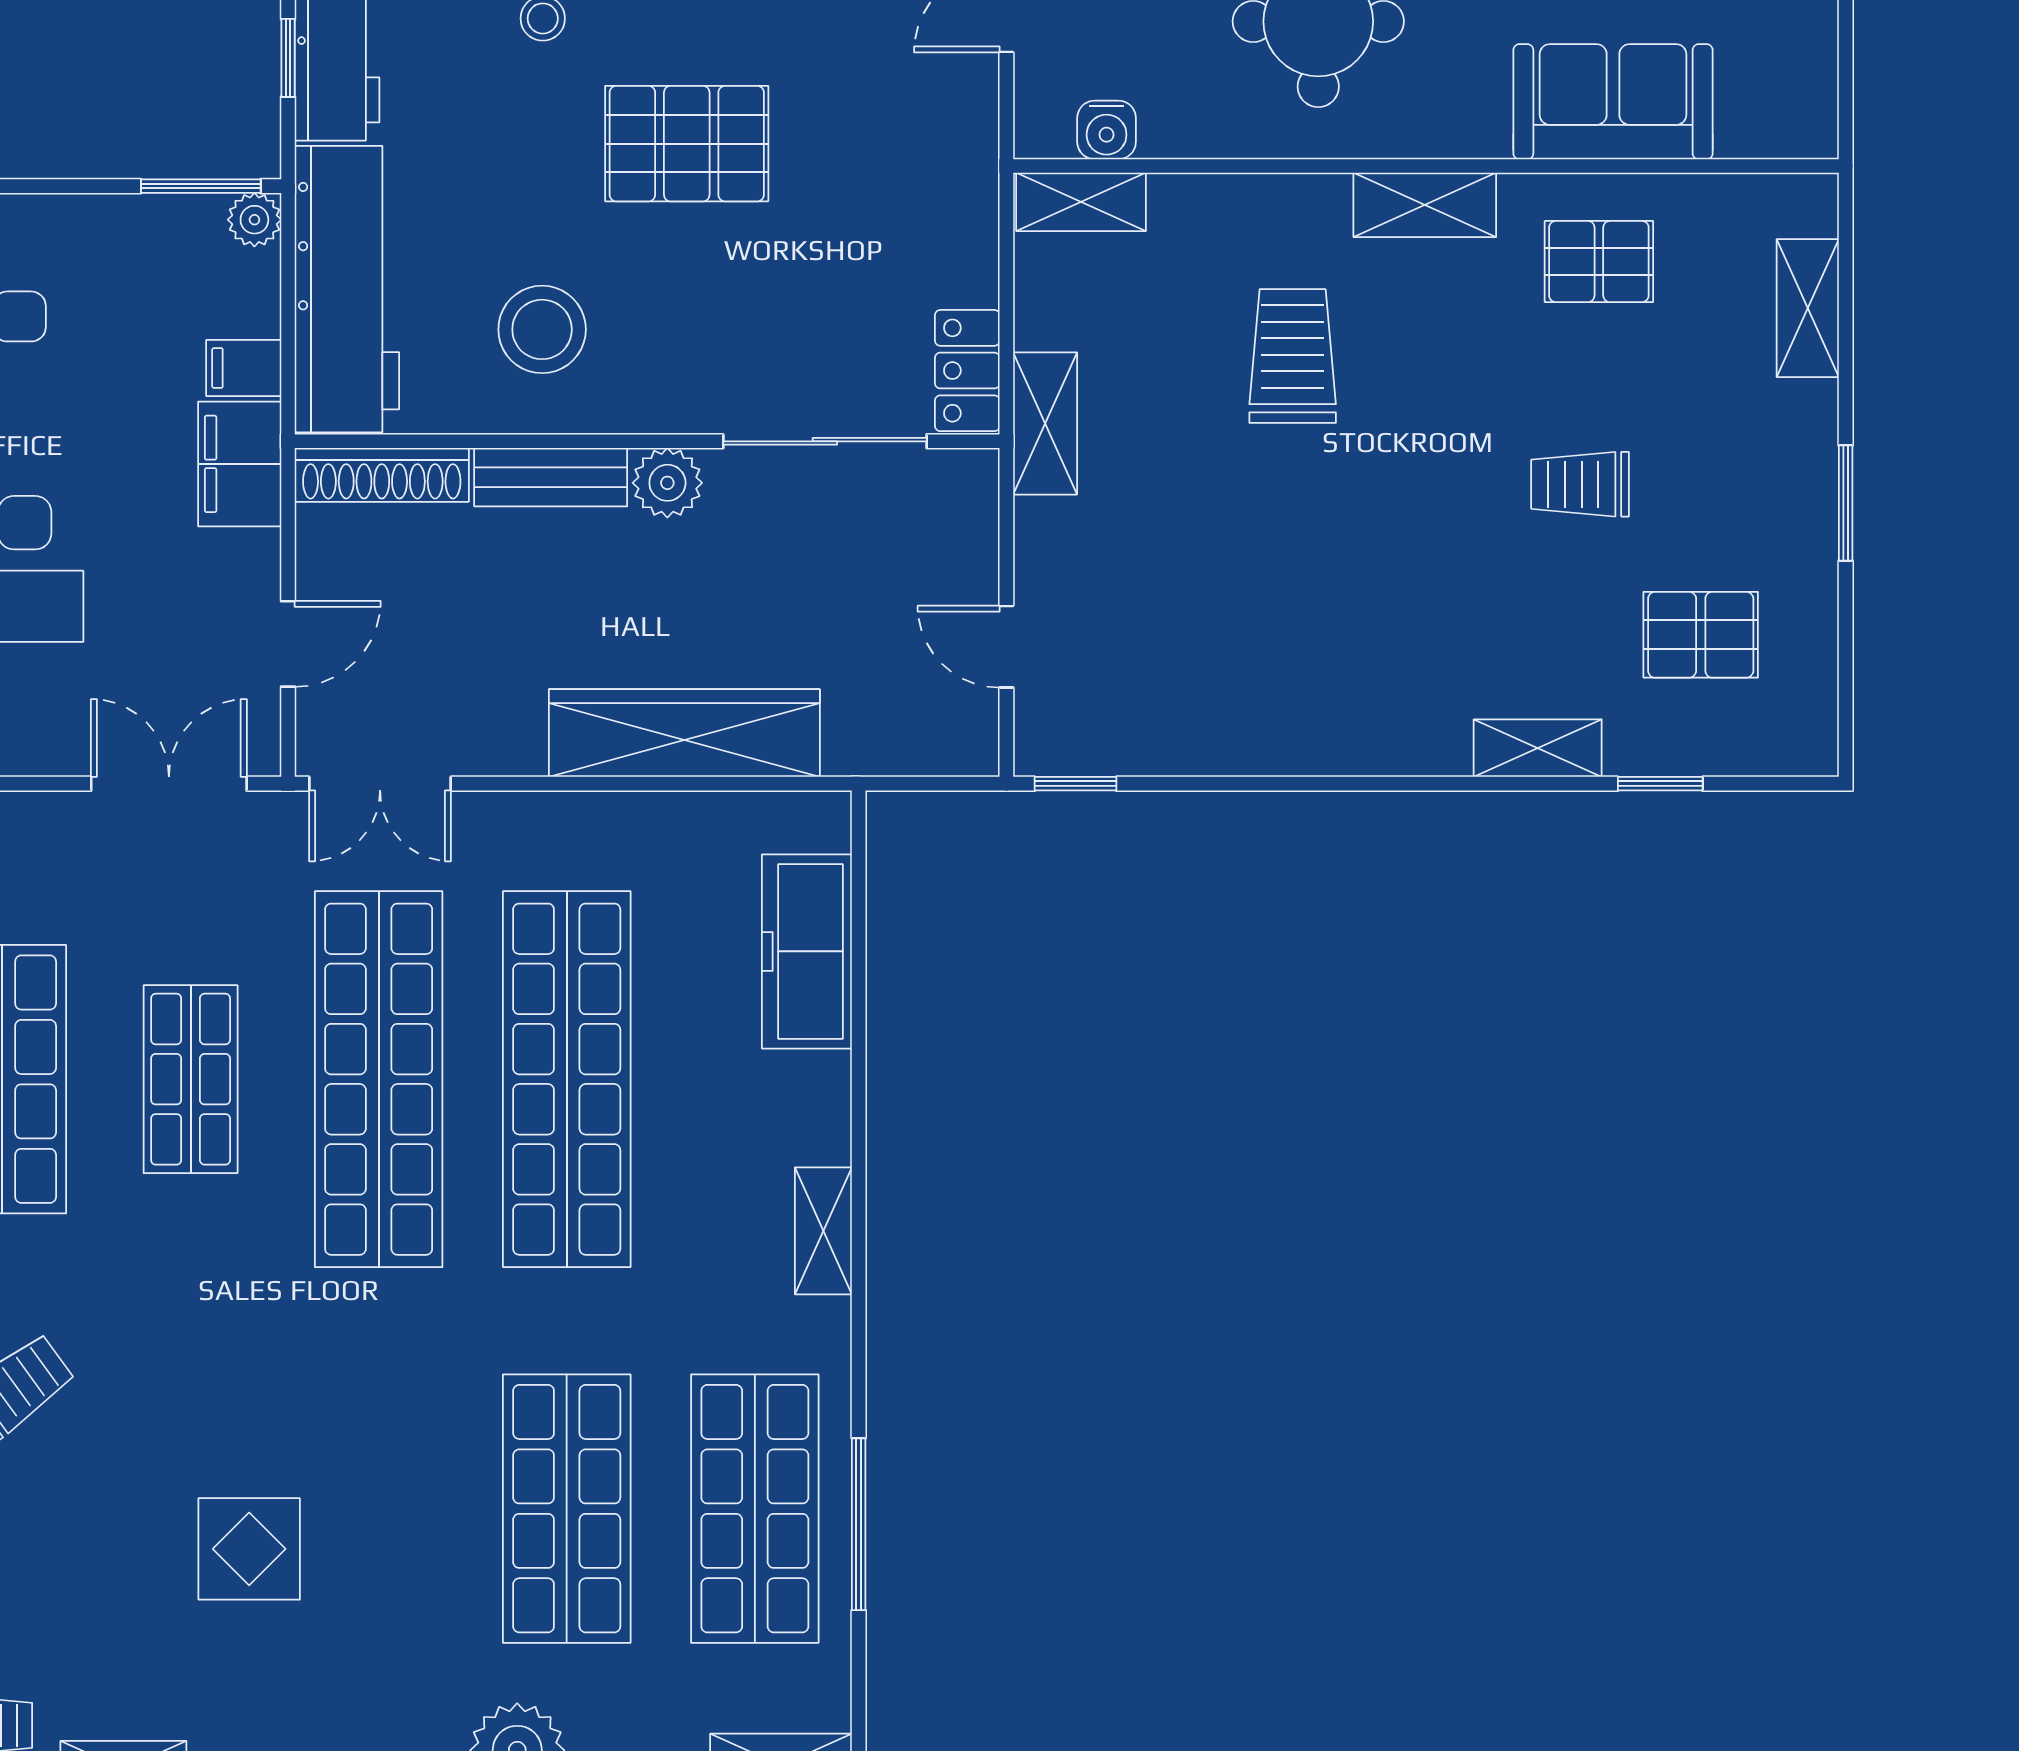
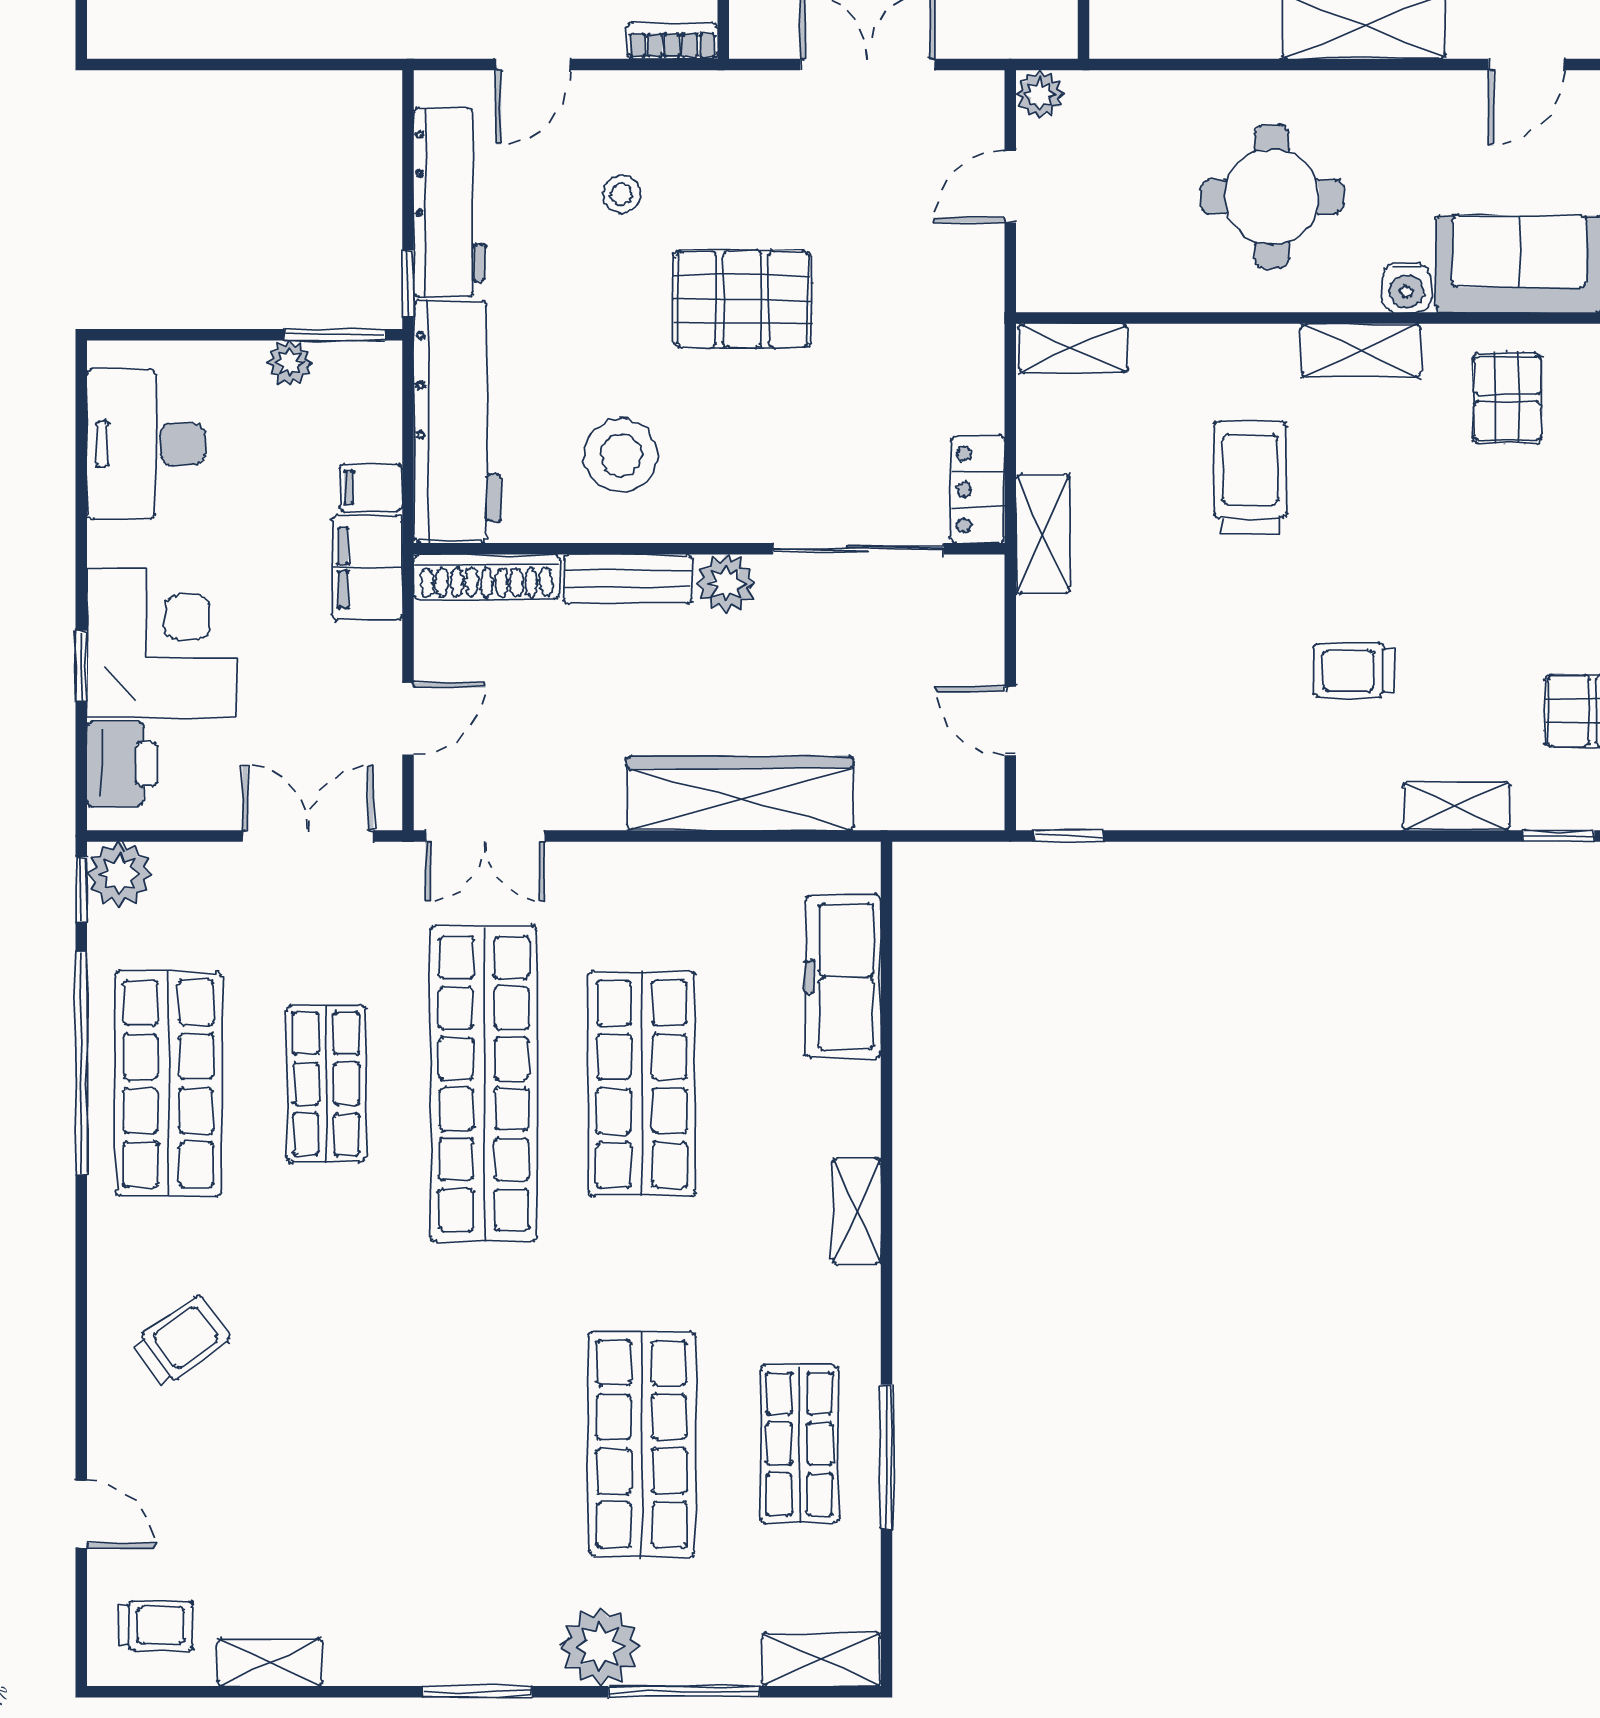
window: (288, 58) -> (408, 283), moved
water cooler: (1107, 130) -> (1406, 288), moved
plant: (254, 220) -> (290, 363), moved
pallet: (1599, 262) -> (1507, 398), turned 90
trolley: (1580, 484) -> (1354, 670), moved
shop shelf: (567, 1079) -> (642, 1084), width x0.71
shop shelf: (755, 1509) -> (799, 1444), width x0.70, depth x0.74
display table: (249, 1549) -> (375, 1478), removed

